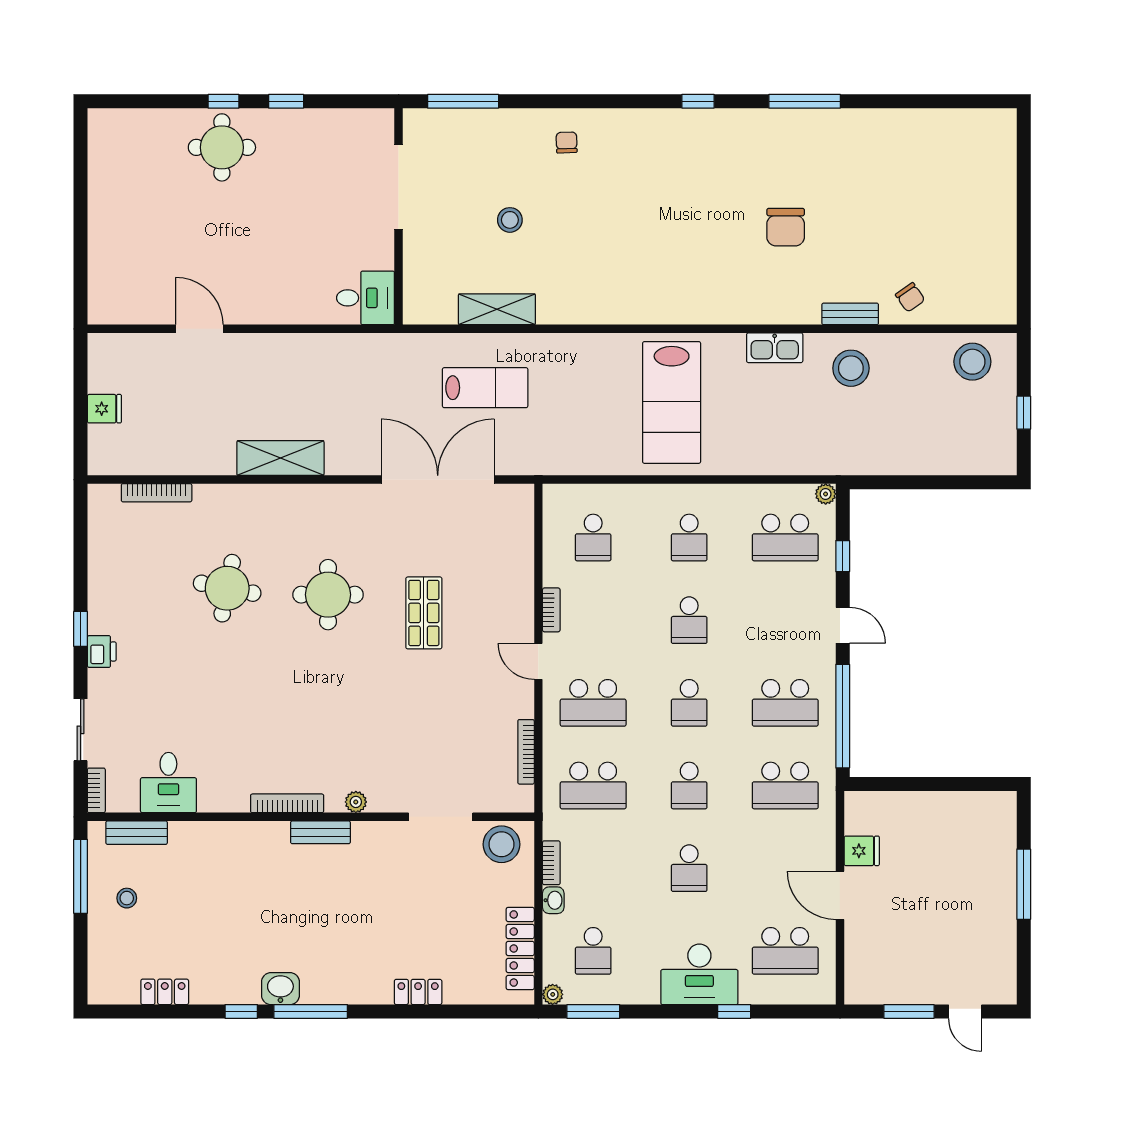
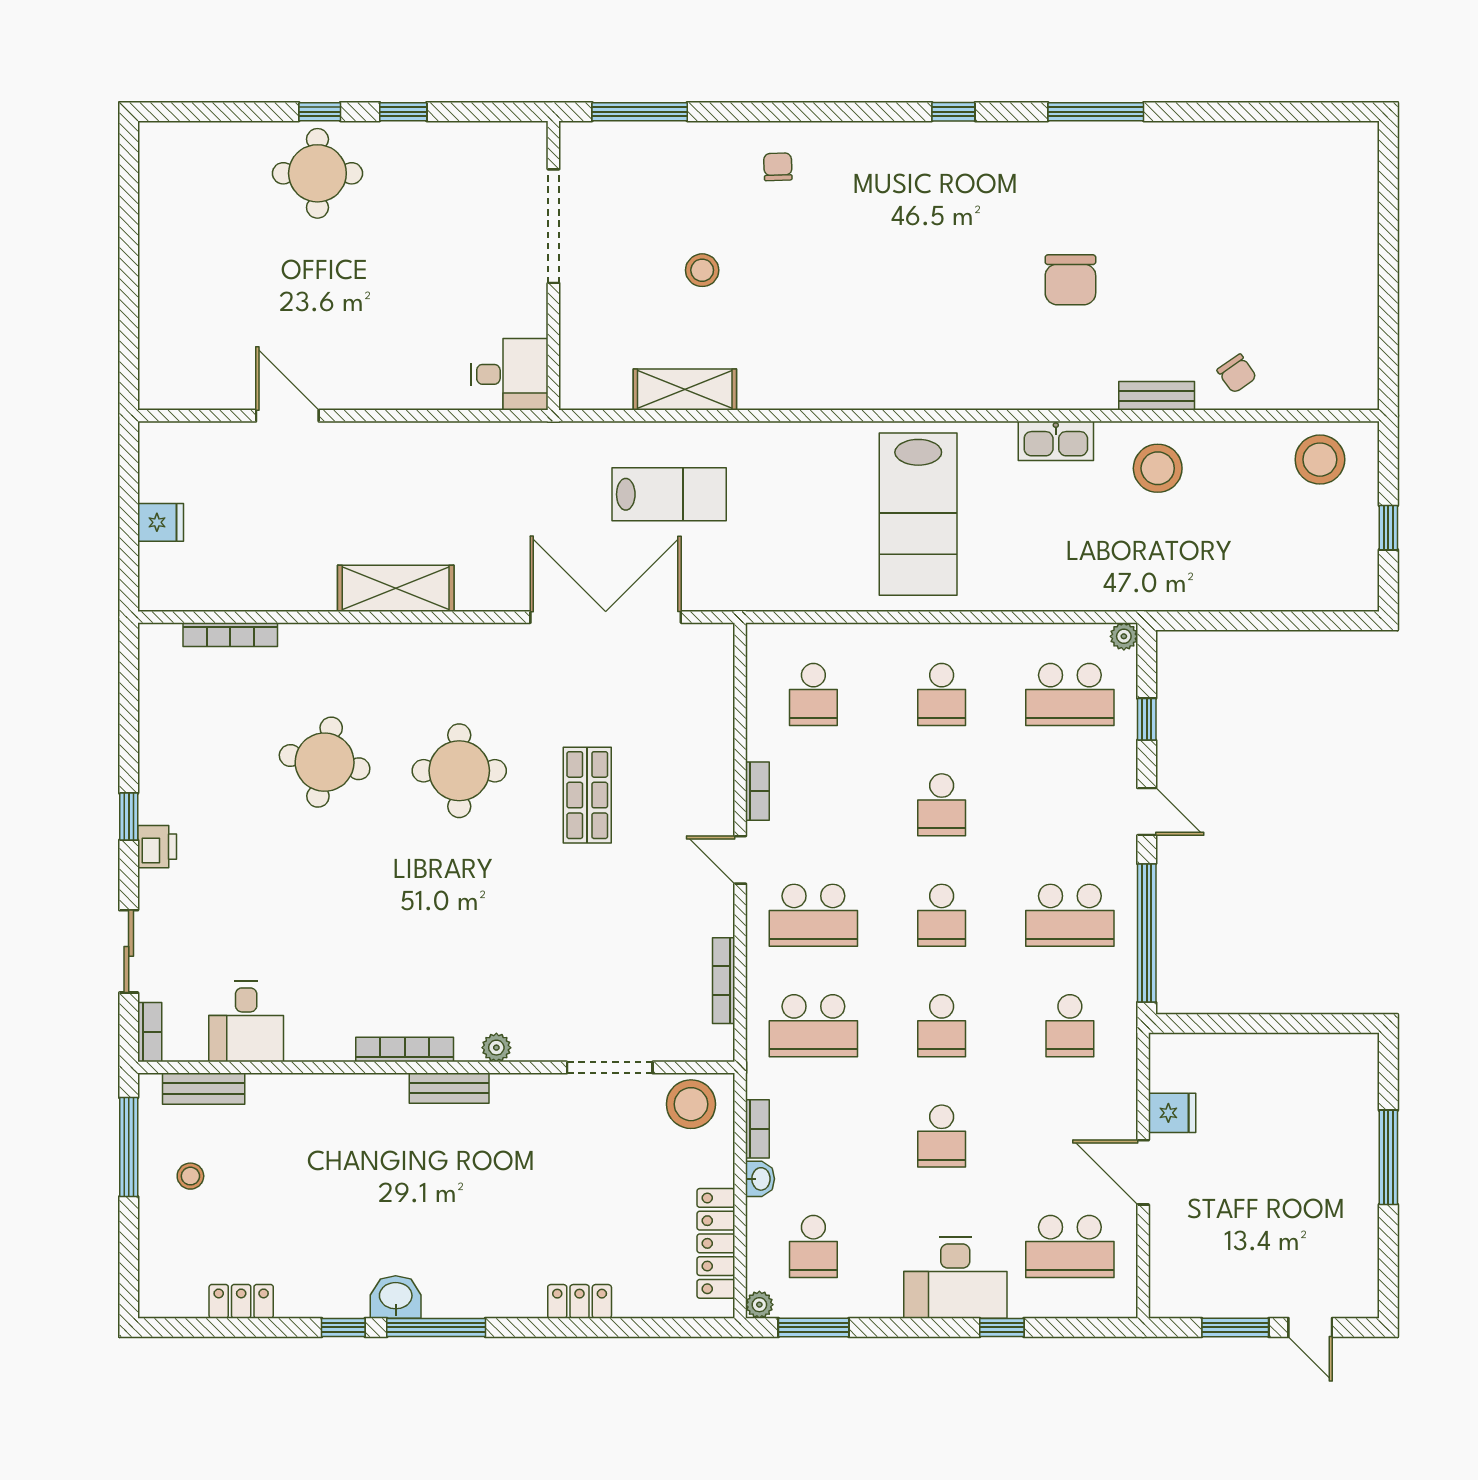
school desk: (785, 786) -> (1070, 1026), width x0.54

